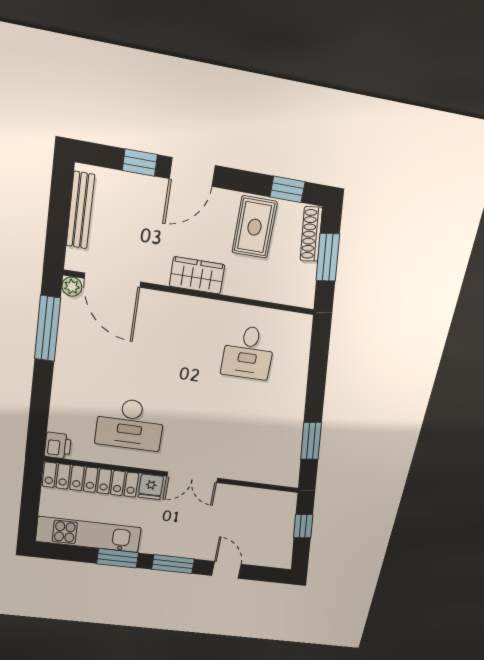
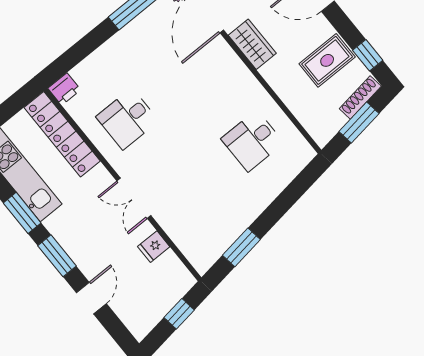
wardrobe: (197, 275) -> (252, 44), moved
desk: (130, 424) -> (127, 119), width x0.73
fridge: (151, 487) -> (154, 247), moved

